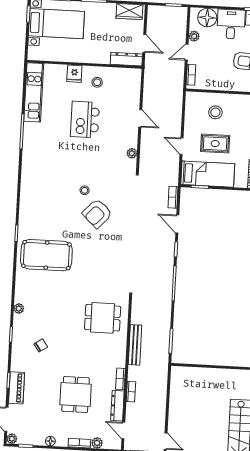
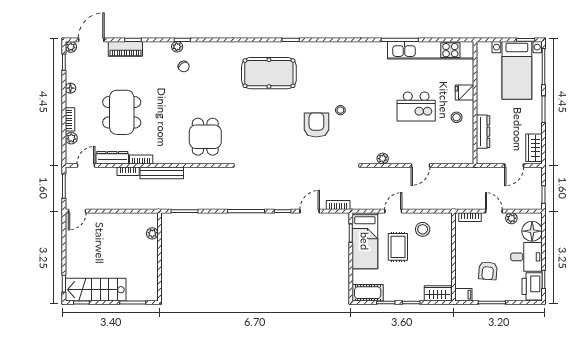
door: (144, 43) -> (514, 165), moved
dresser: (126, 59) -> (483, 132), moved
kitchen unit: (34, 92) -> (431, 50), width x1.36
stool: (215, 112) -> (423, 229), moved
kitchen island: (85, 119) -> (416, 106), turned 180
armchair: (97, 213) -> (316, 125), turned 47
pool table: (46, 255) -> (269, 73), turned 90
plant: (19, 309) -> (177, 47), moved
chair: (41, 345) -> (184, 67), moved
bench: (135, 345) -> (162, 173), moved
plant: (190, 372) -> (152, 233), added
dining table: (76, 395) -> (122, 112), width x1.38

